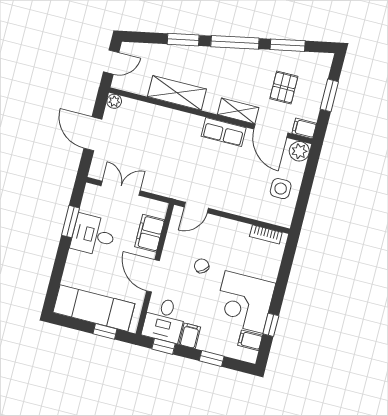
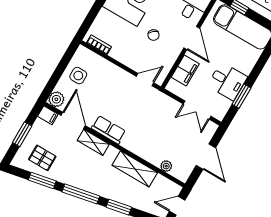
pallet: (284, 87) -> (42, 158), moved, turned 90
plant: (114, 101) -> (166, 166), moved

